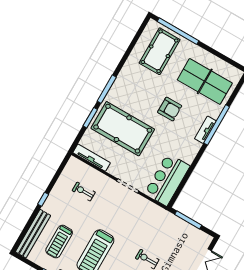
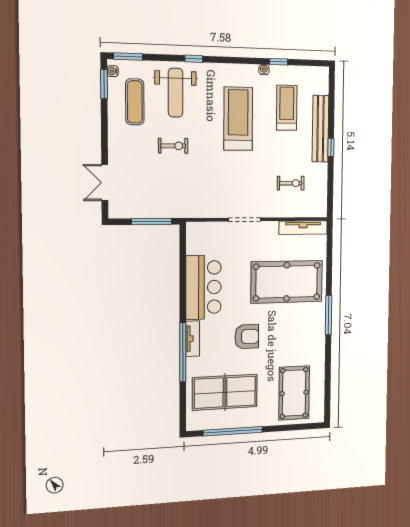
window: (178, 31) -> (233, 431), moved
armchair: (170, 109) -> (247, 337), turned 180
window: (90, 118) -> (329, 272), removed
bar counter: (167, 180) -> (203, 287), moved
bench: (33, 234) -> (320, 129), moved

